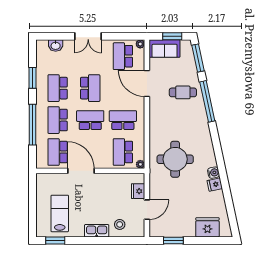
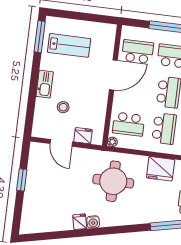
school desk: (123, 152) -> (129, 124), turned 180
stool: (120, 224) -> (63, 107), moved
fridge: (207, 227) -> (161, 169), moved, turned 90
window: (55, 240) -> (40, 37), width x1.44
window: (173, 240) -> (22, 180), moved

